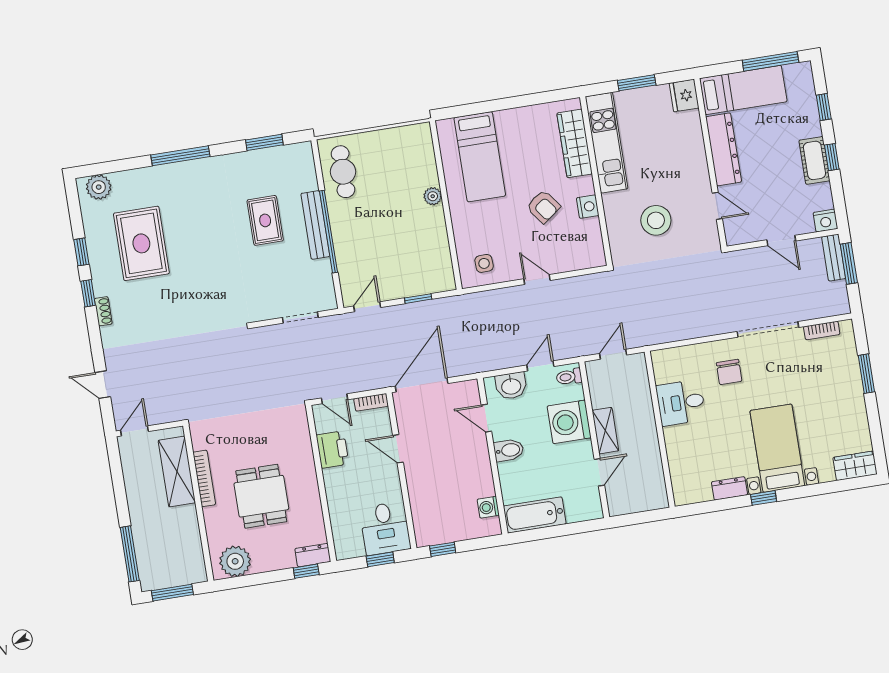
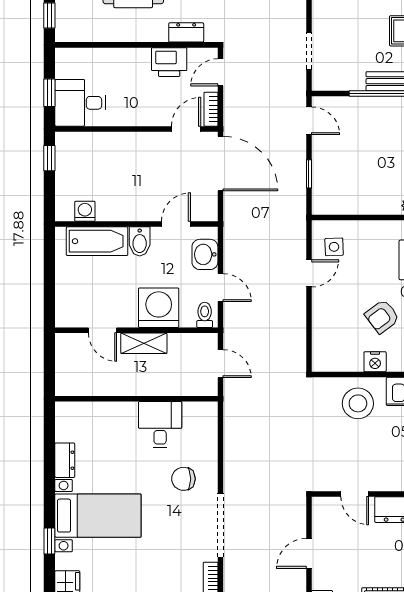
door: (717, 206) -> (355, 494), hinge flipped
stool: (656, 220) -> (358, 403), moved
door: (537, 280) -> (309, 273), moved
door: (398, 449) -> (186, 129), moved
window: (764, 498) -> (49, 541), moved
bathtub: (535, 515) -> (97, 241), moved, turned 90
dresser: (313, 555) -> (186, 32), moved, turned -90

